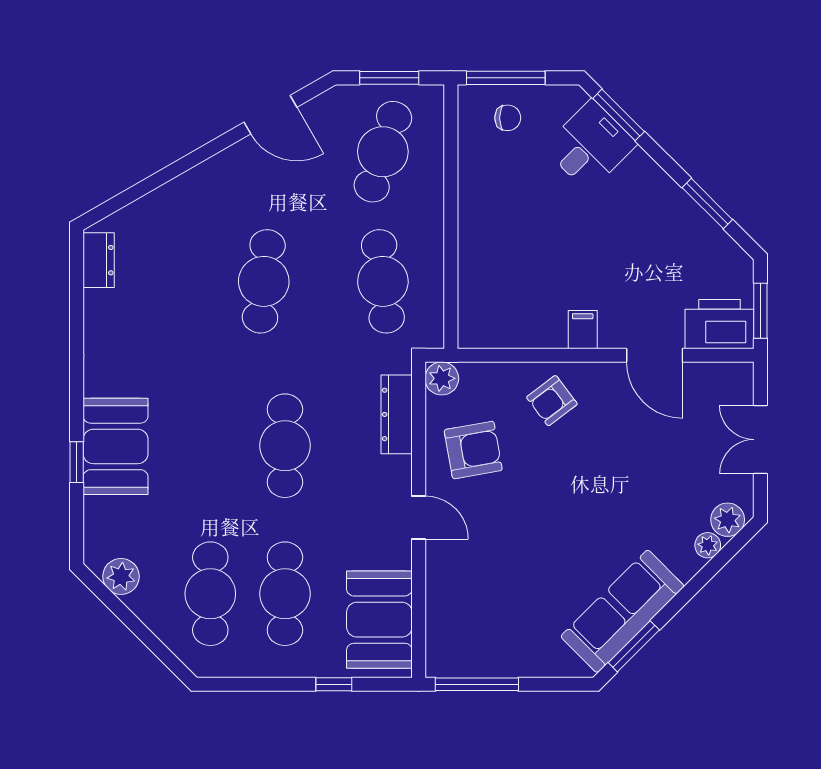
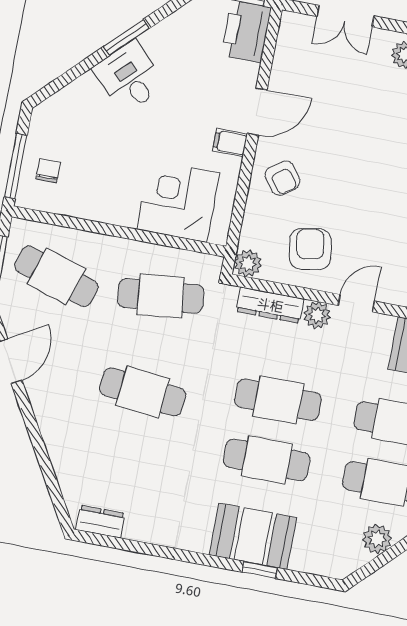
window: (619, 115) -> (63, 81), removed
desk: (590, 146) -> (129, 77), moved
window: (707, 204) -> (126, 37), moved
corner desk: (501, 281) -> (178, 201), added
door: (655, 355) -> (257, 112), moved
cafe table: (210, 446) -> (267, 460), added
plant: (395, 473) -> (317, 315), added
plant: (121, 576) -> (377, 539), moved

